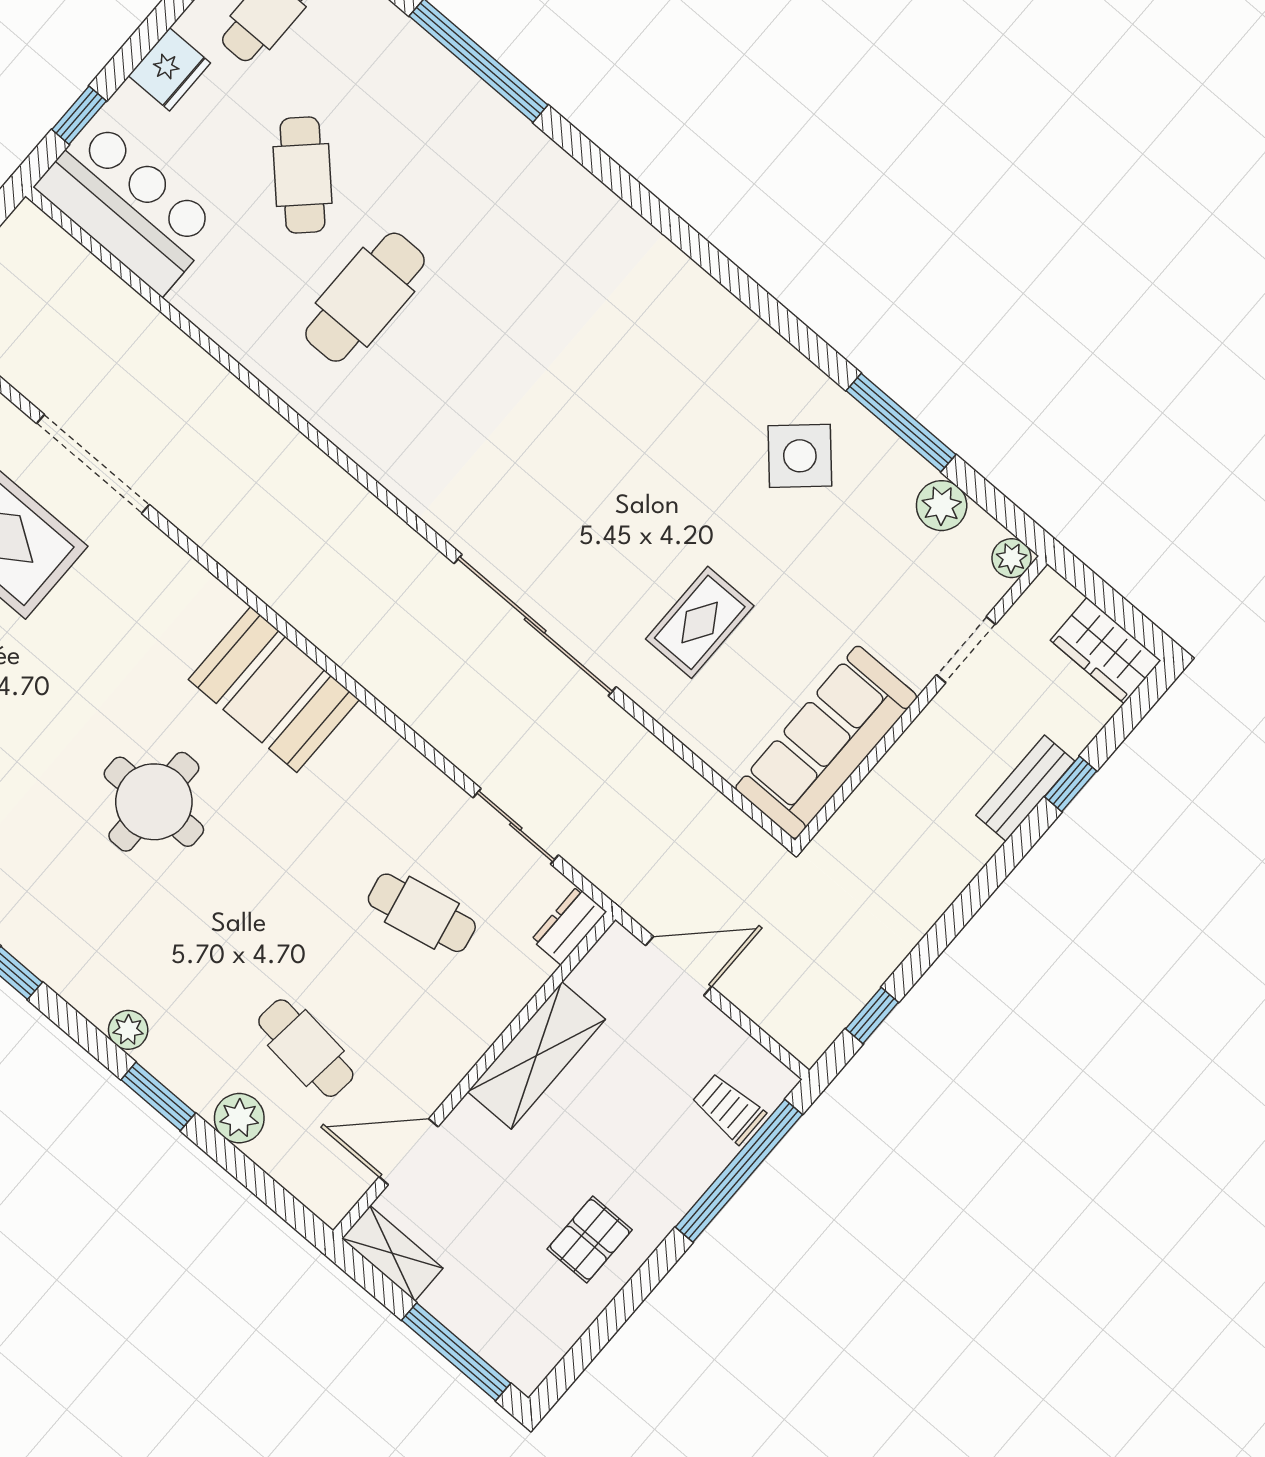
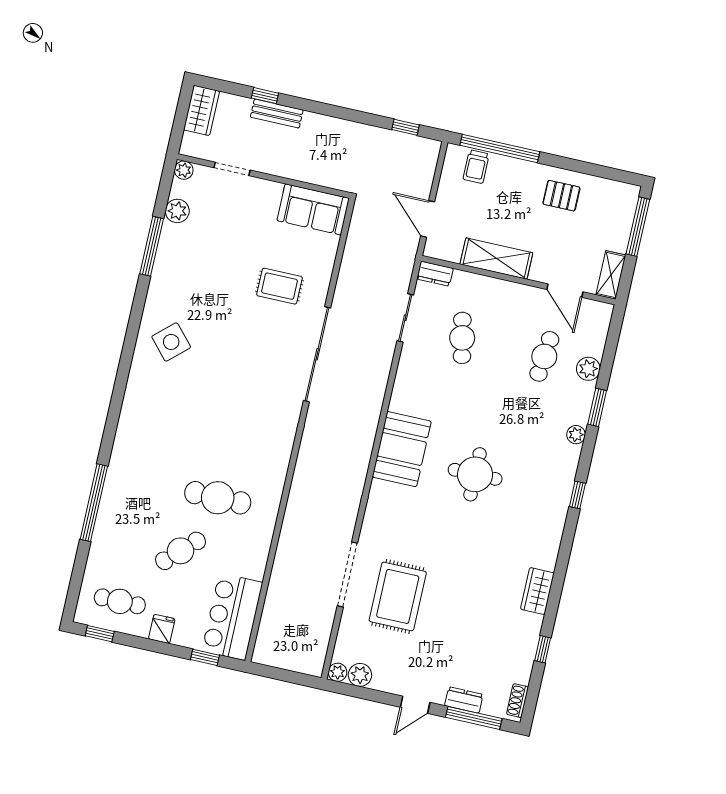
fridge: (169, 69) -> (162, 629), width x0.72
side table: (800, 456) -> (171, 342), moved
sofa: (826, 742) -> (313, 209), width x0.73

